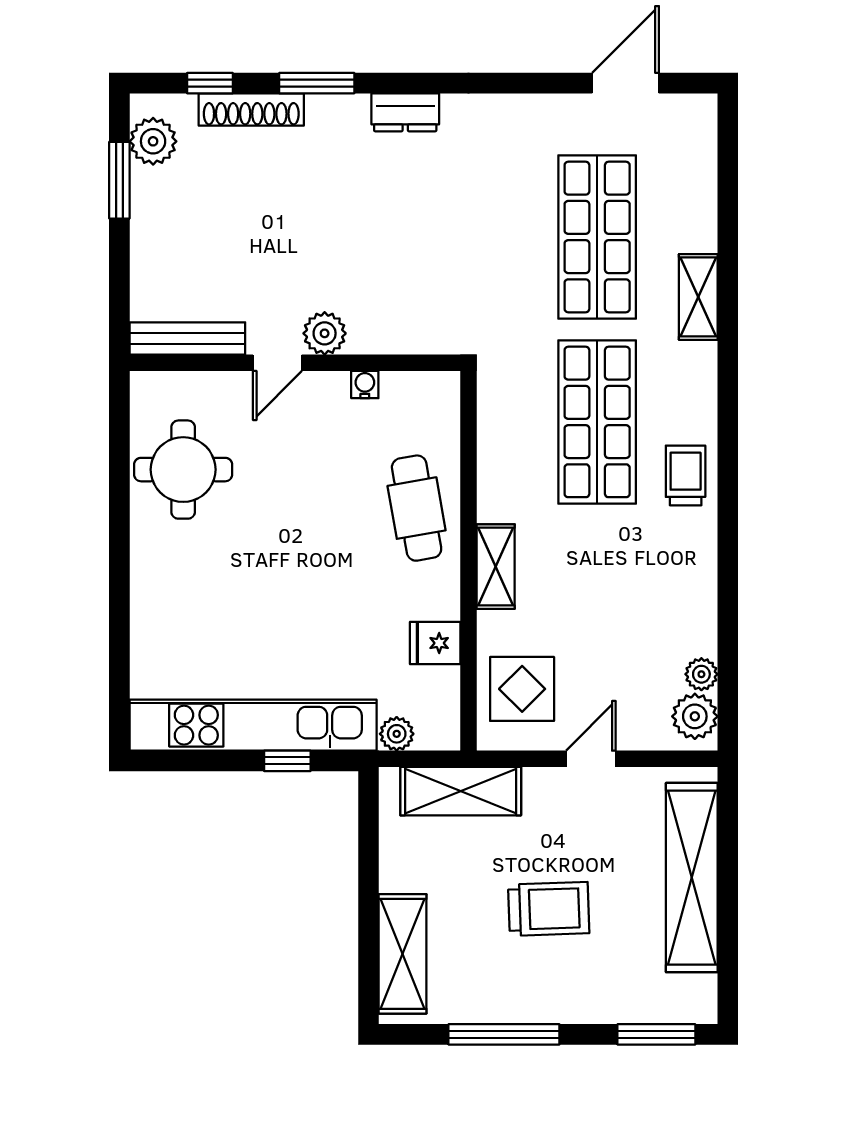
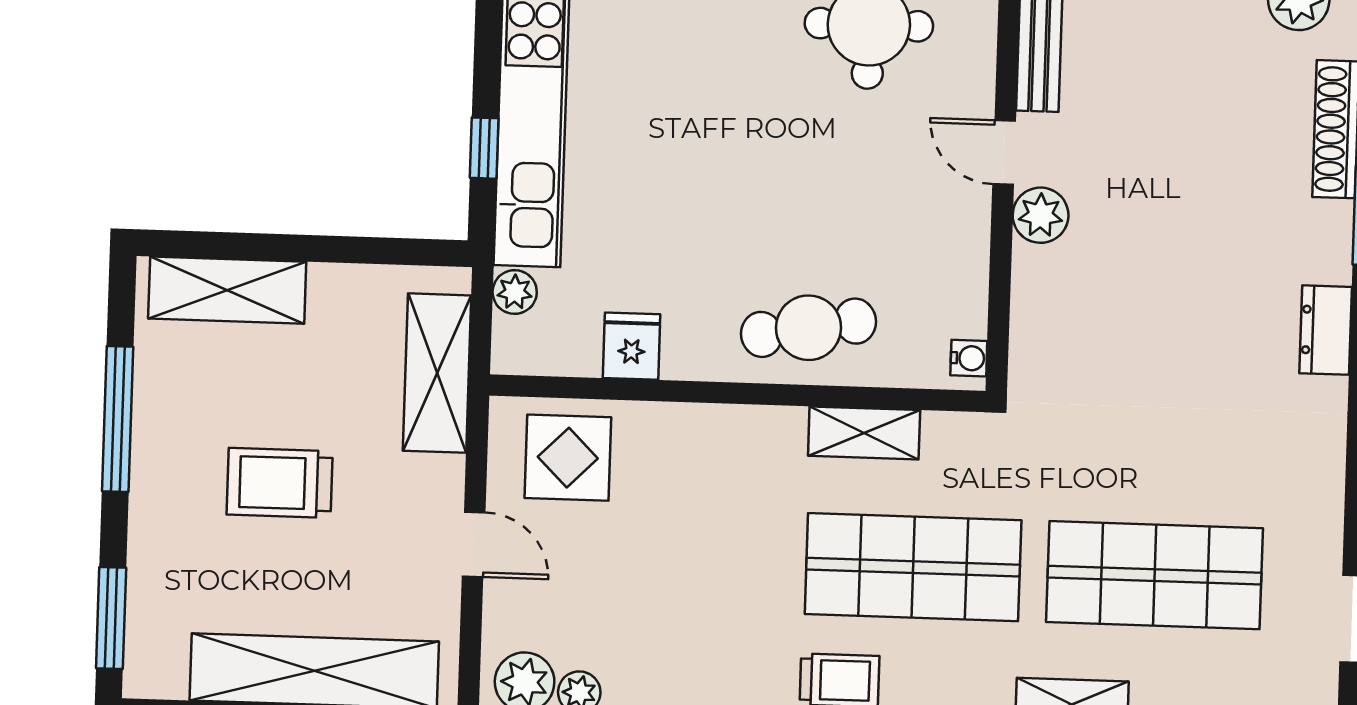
water cooler: (365, 385) -> (969, 358), moved
shelving: (496, 567) -> (864, 433), moved
trolley: (549, 909) -> (280, 483), turned 92

